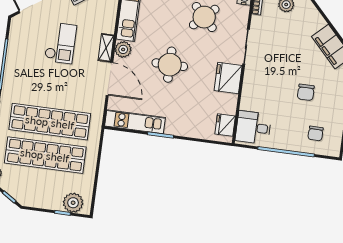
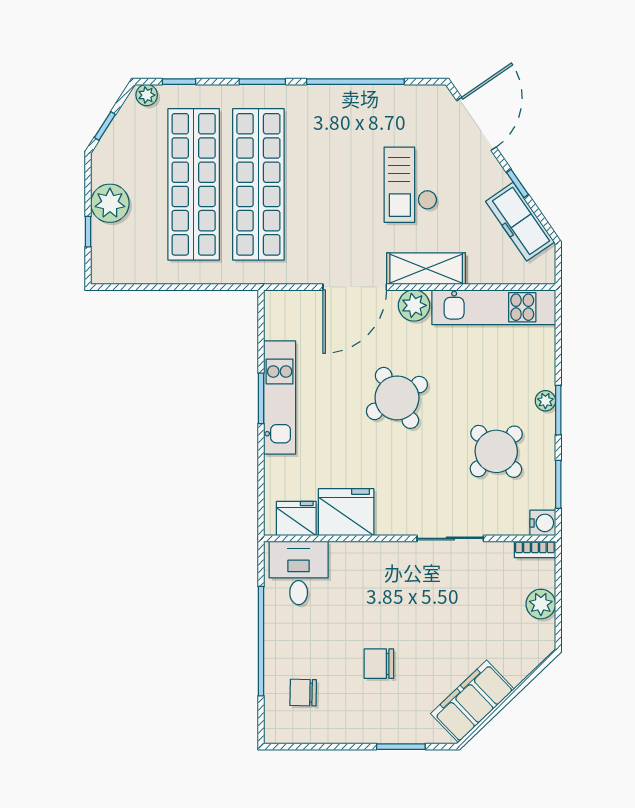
checkout: (60, 43) -> (410, 185), turned 90
shelving: (106, 48) -> (426, 269), width x1.50, depth x1.33
round table: (170, 65) -> (397, 398), turned -31
fridge: (228, 78) -> (346, 512), moved
kitchen unit: (135, 122) -> (280, 398), moved
plant: (73, 203) -> (110, 203), moved

